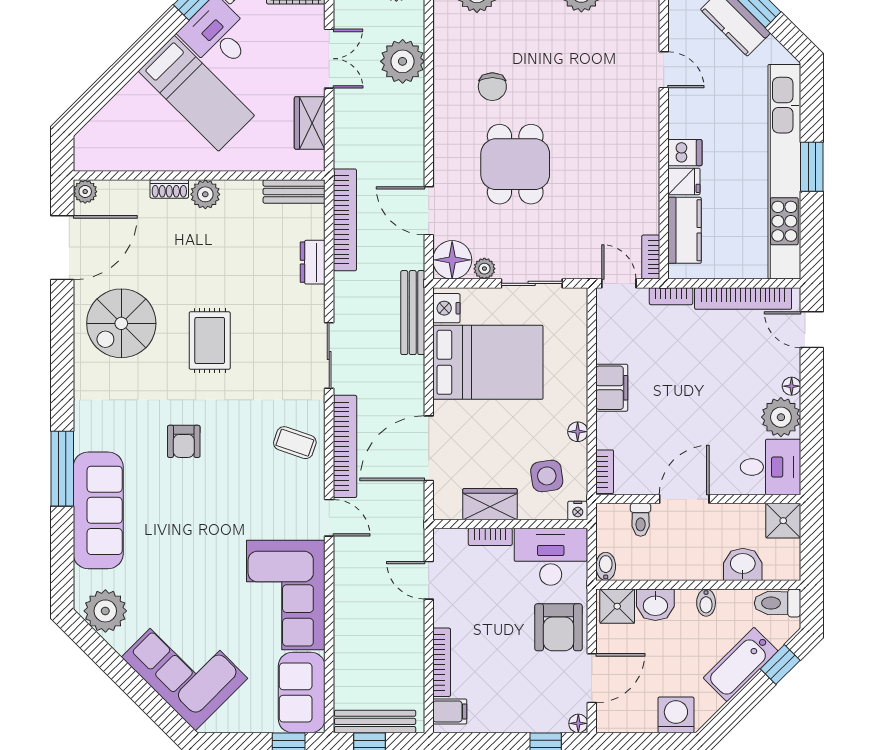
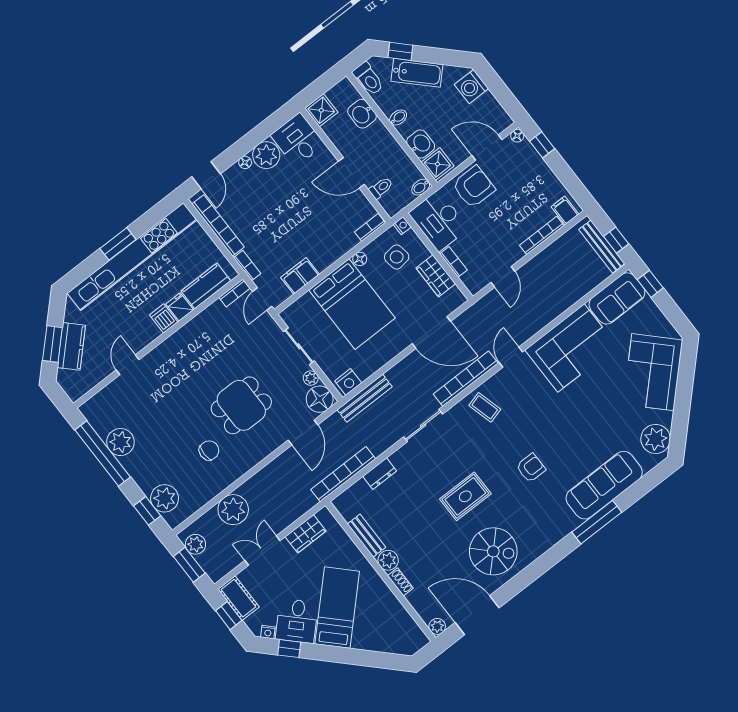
bench: (294, 191) -> (366, 536), moved
bed: (488, 362) -> (352, 304), moved, turned 180
filing cabinet: (612, 388) -> (300, 276), moved
coffee table: (295, 443) -> (485, 407), turned -34

